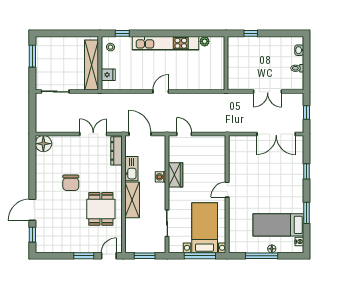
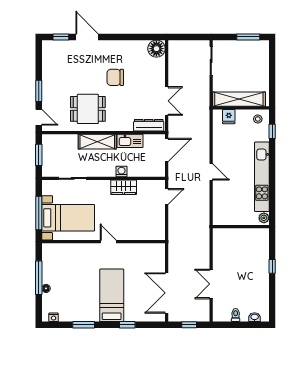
wall: (226, 63) -> (241, 227), moved
bed: (278, 225) -> (112, 295), moved

